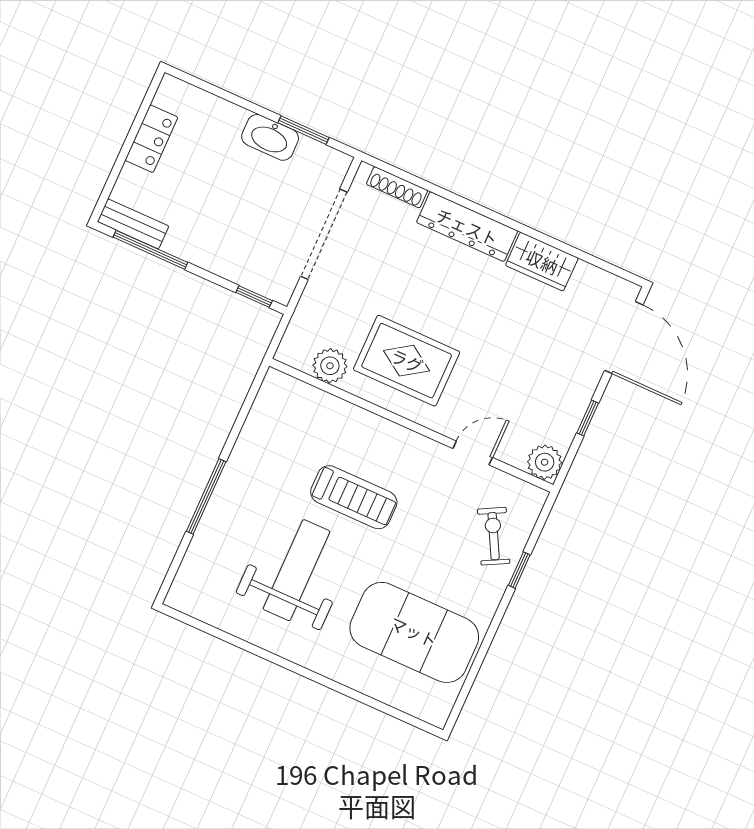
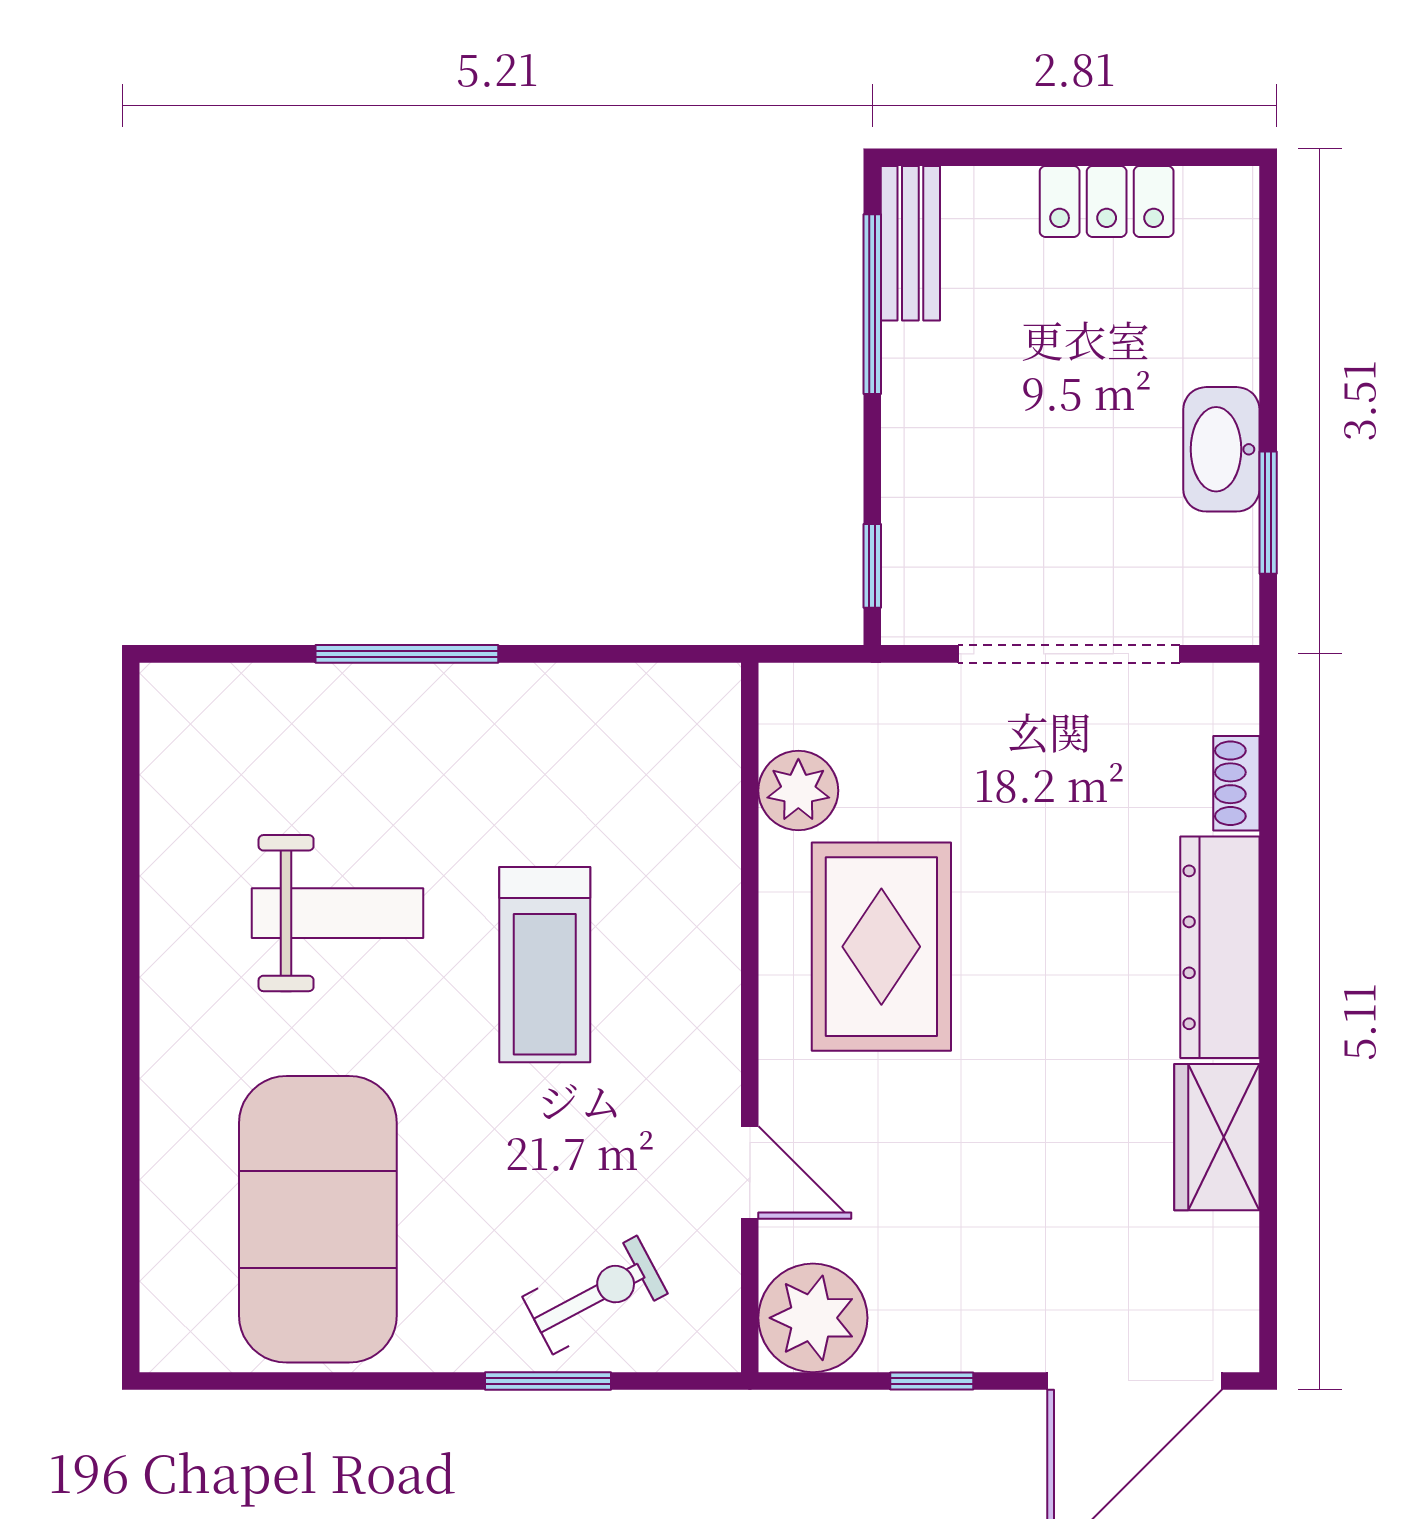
shoe rack: (397, 187) -> (1236, 783), width x0.70
plant: (545, 462) -> (813, 1318), width x1.36, depth x1.36
weight bench: (296, 570) -> (337, 913), width x0.73, depth x0.75
window: (519, 570) -> (548, 1381), width x1.50

